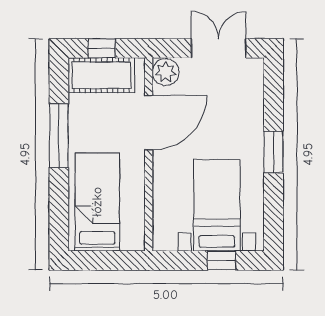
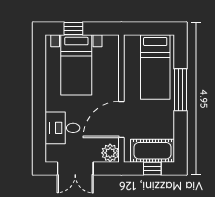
desk: (238, 110) -> (62, 128), added
window: (59, 136) -> (181, 90), moved
window: (273, 152) -> (39, 100), removed

